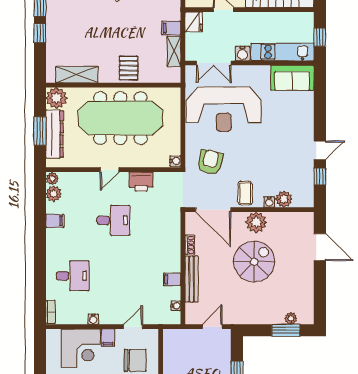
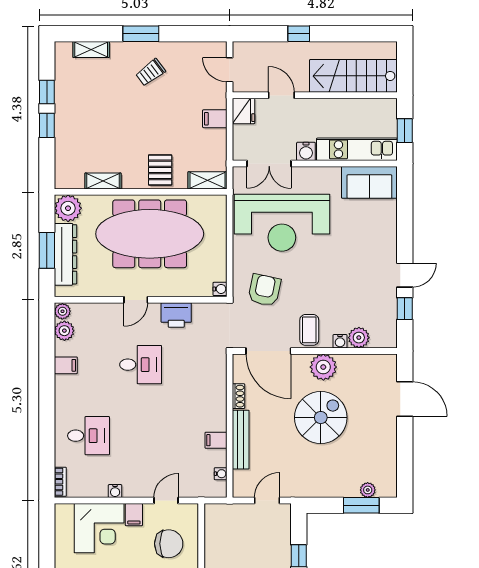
shelving: (174, 51) -> (207, 180), moved, turned 90
shelving: (77, 75) -> (103, 181), width x0.67, depth x0.75

